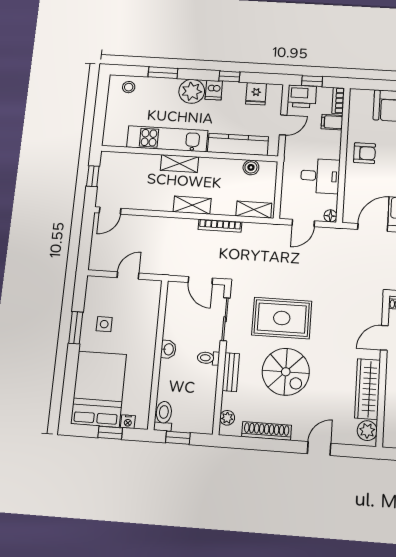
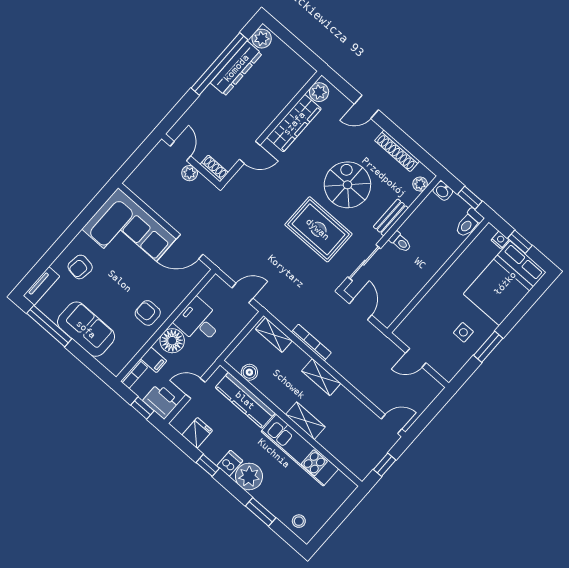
floor lamp: (330, 216) -> (172, 341), moved, width x1.89, depth x1.89
washbasin: (168, 349) -> (443, 191), moved, turned -90

